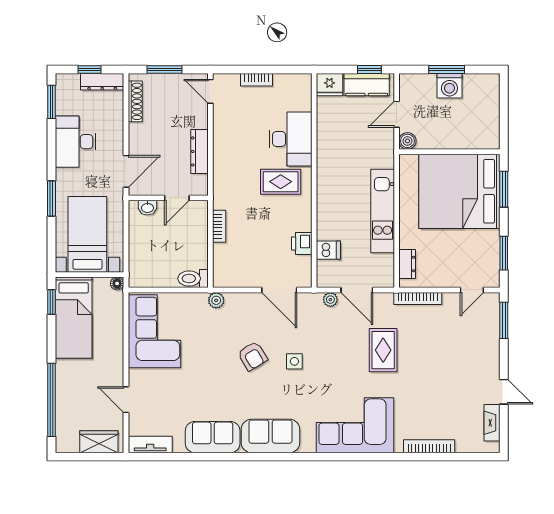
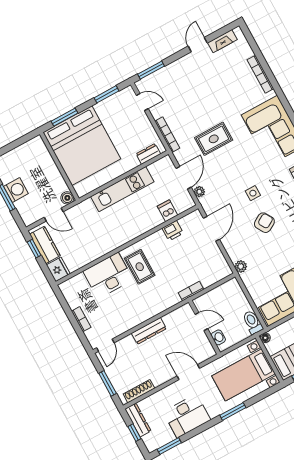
wall: (168, 198) -> (204, 327), moved
door: (177, 198) -> (201, 322), moved
washbasin: (147, 208) -> (218, 337), moved
toilet: (193, 279) -> (253, 322), moved, turned 180

